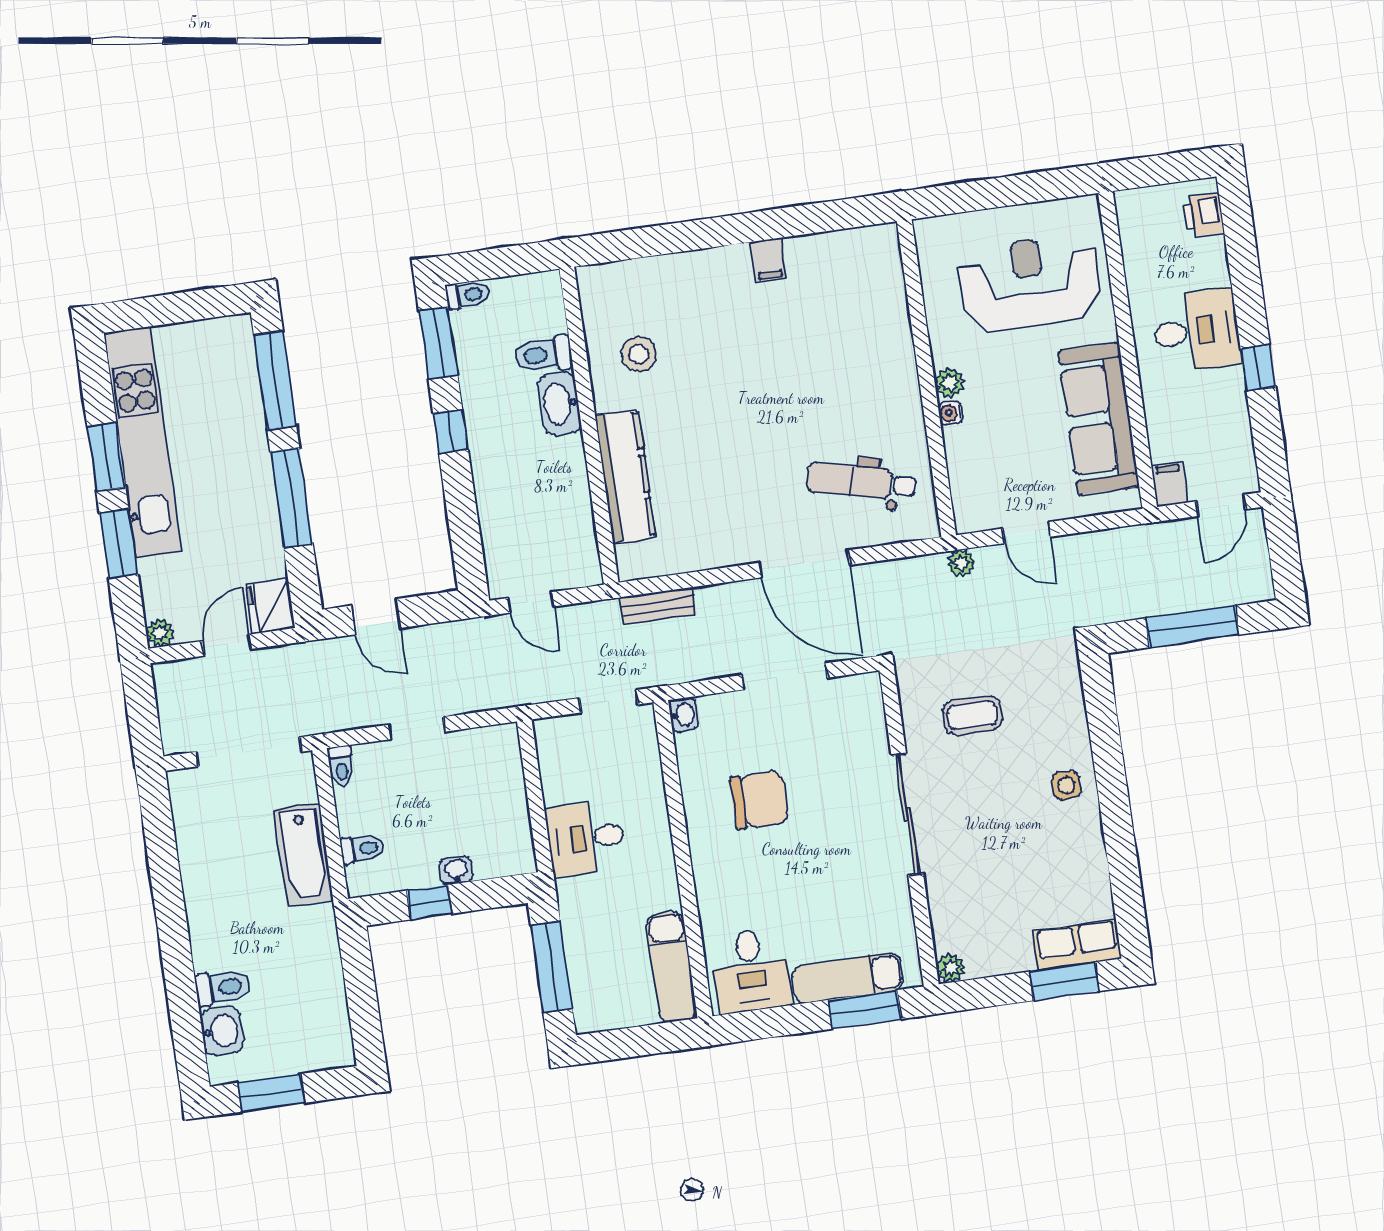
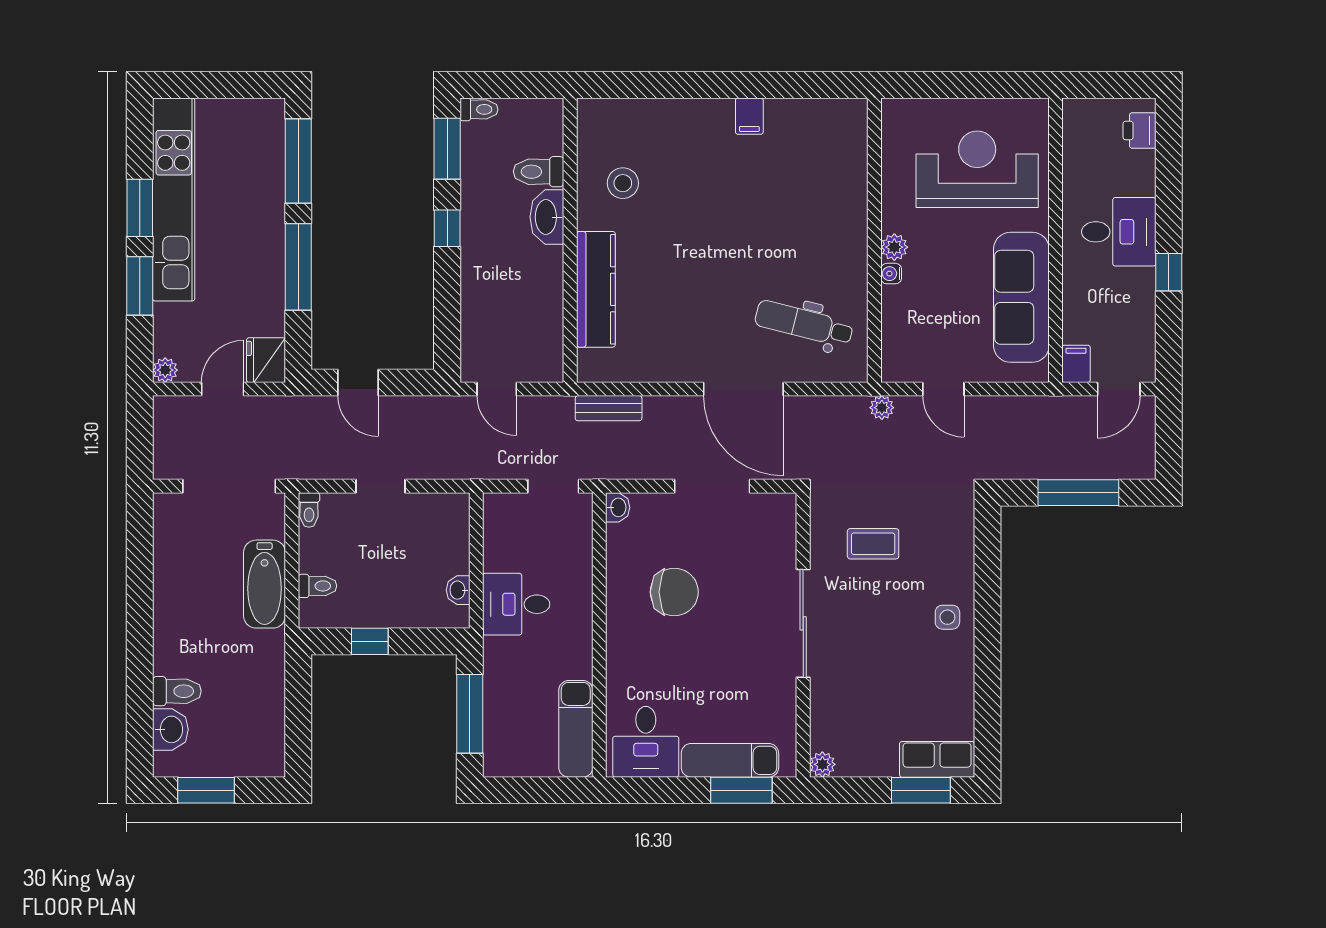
washbasin: (456, 871) -> (458, 590), moved, turned -90

